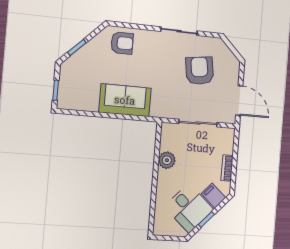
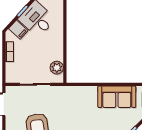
sofa: (125, 100) -> (117, 97), moved
plant: (167, 160) -> (57, 68), moved

